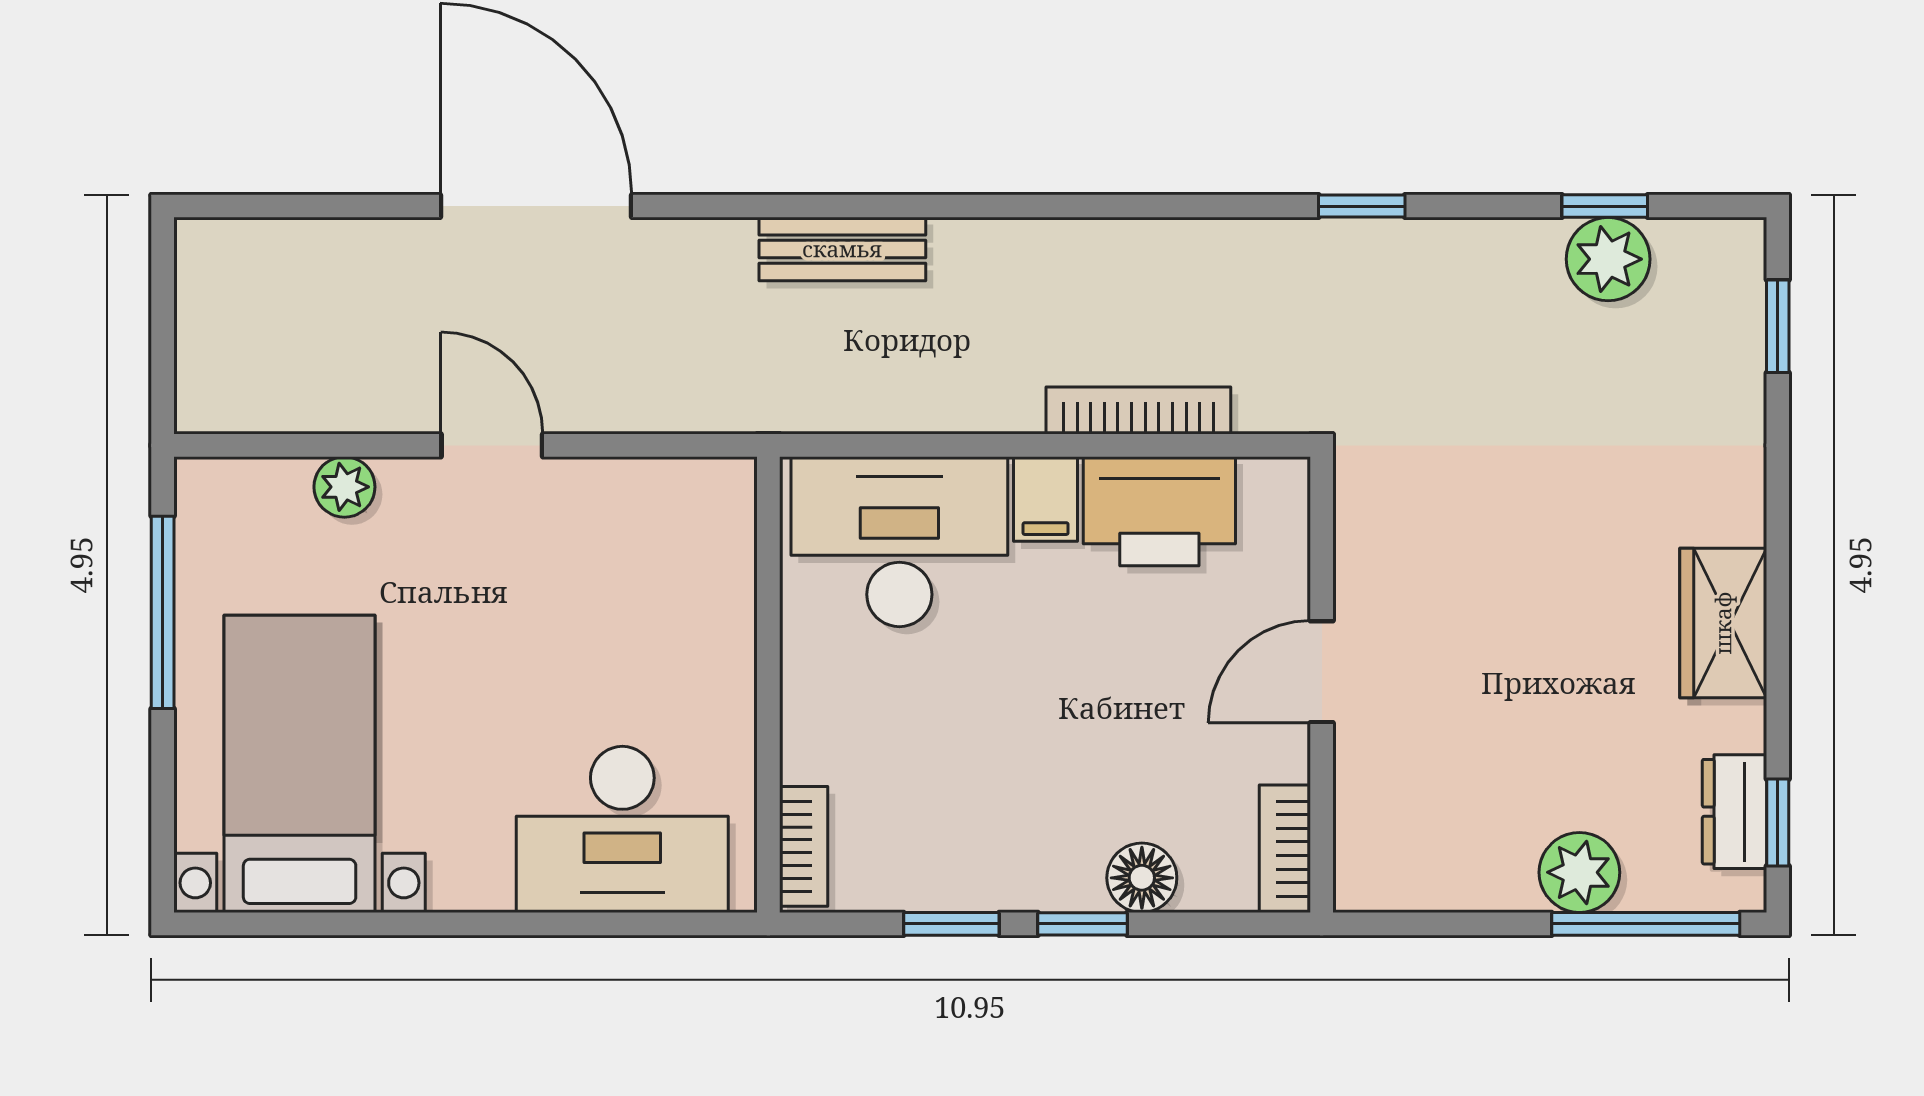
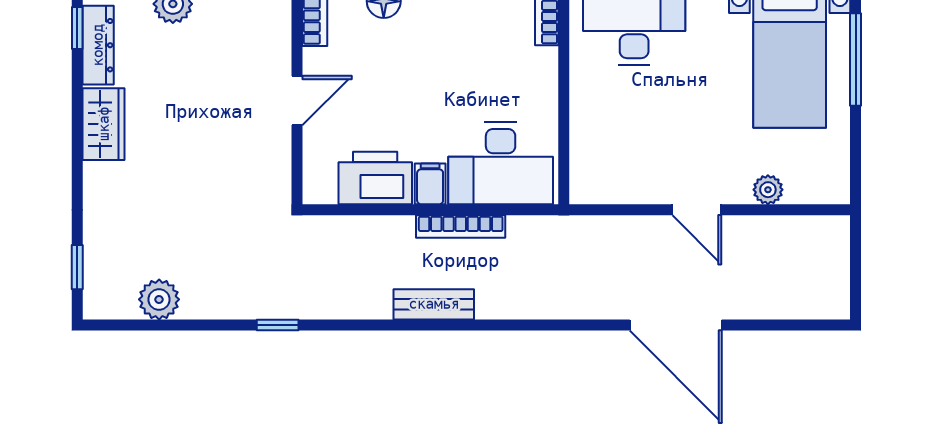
window: (1605, 206) -> (161, 325), removed
bench: (842, 249) -> (434, 304), moved
bookcase: (1138, 410) -> (461, 227), moved
window: (163, 612) -> (856, 59), moved
dresser: (1735, 812) -> (98, 45), width x1.44

